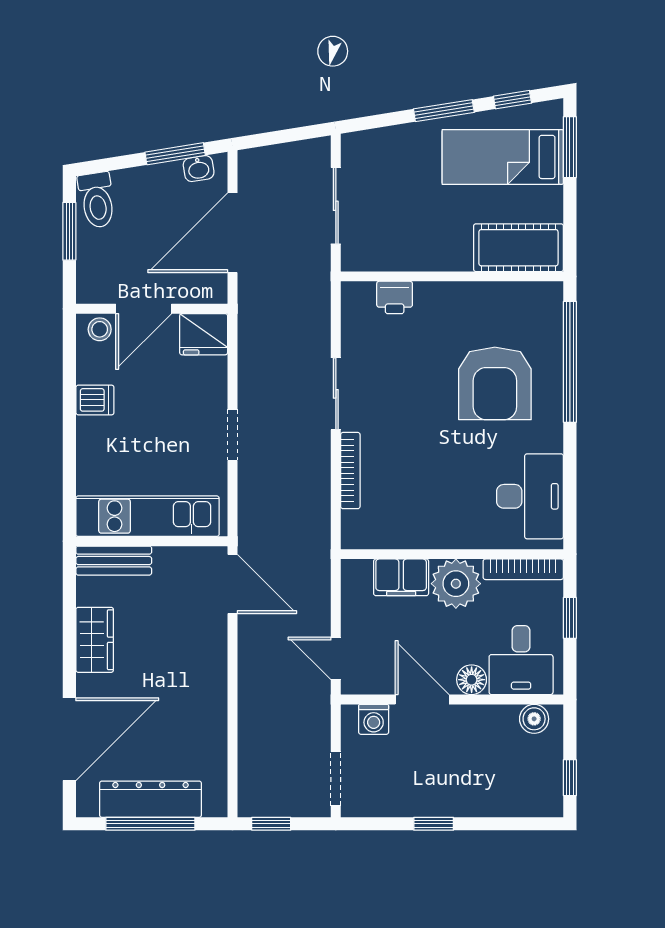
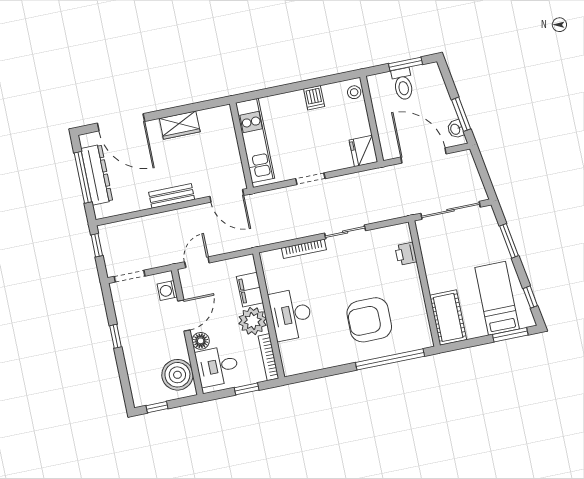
window: (444, 111) -> (509, 241), moved
toilet: (97, 200) -> (403, 84), moved, turned -81
sliding door: (336, 206) -> (450, 210), width x1.37
door: (144, 309) -> (371, 114), removed
desk: (530, 496) -> (291, 315), moved, turned 90
bench: (114, 561) -> (172, 196), moved, turned 90
door: (232, 584) -> (227, 196), hinge flipped
boiler: (534, 719) -> (177, 375), width x1.86, depth x1.86

